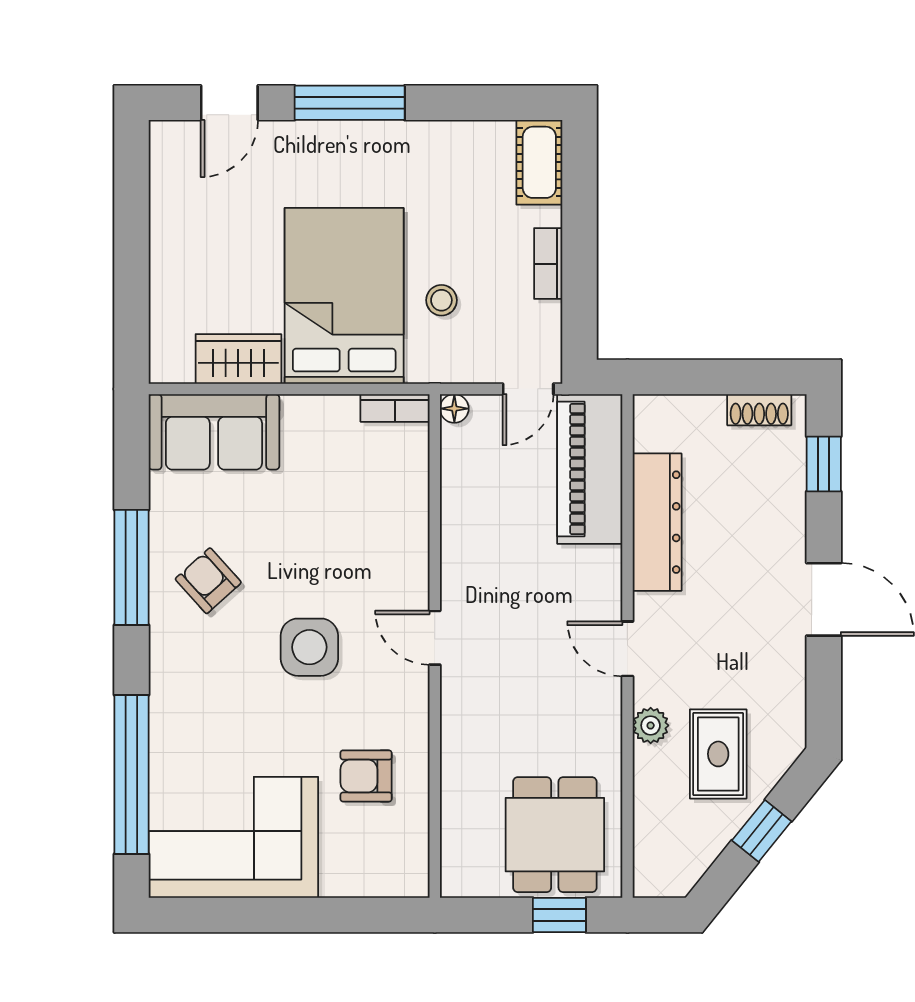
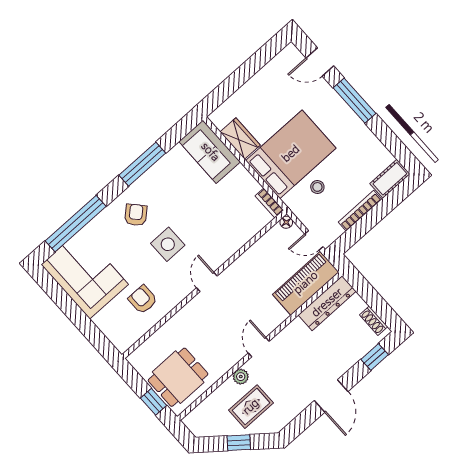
bookcase: (548, 264) -> (360, 211), width x1.56
dresser: (657, 522) -> (327, 303), moved
armchair: (208, 581) -> (136, 215), moved

